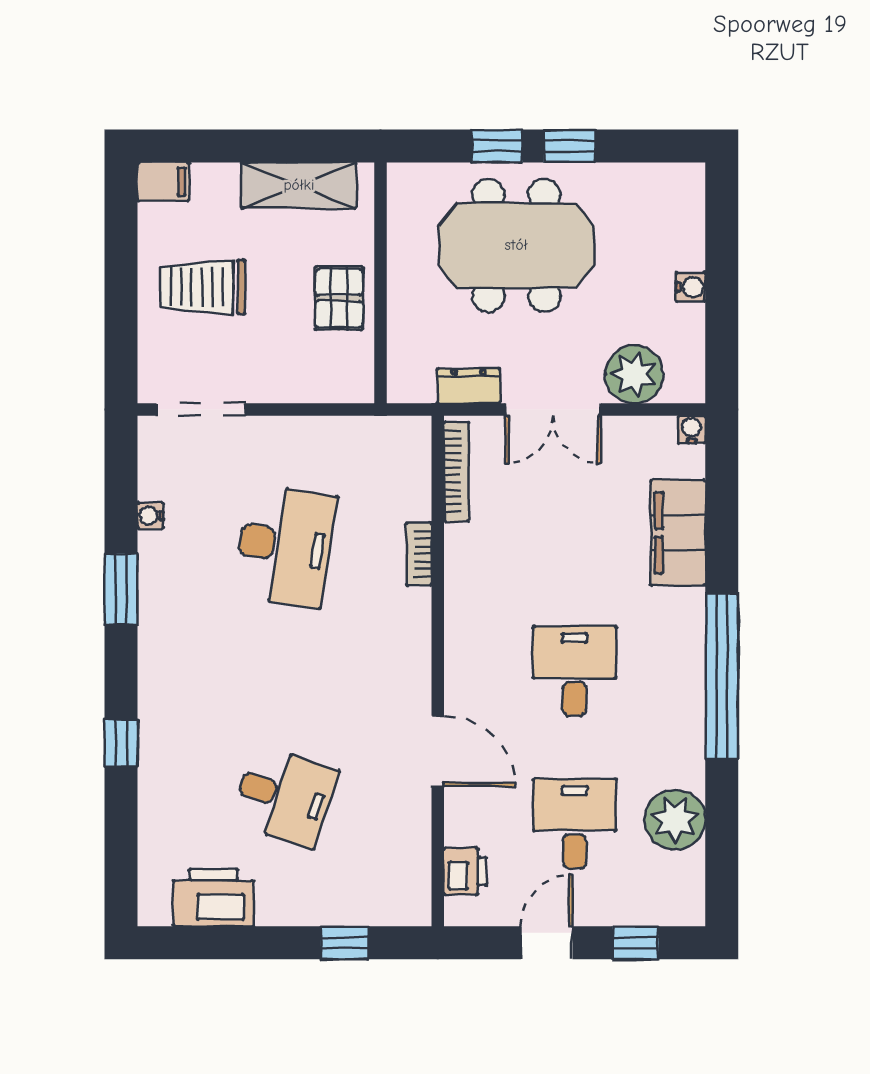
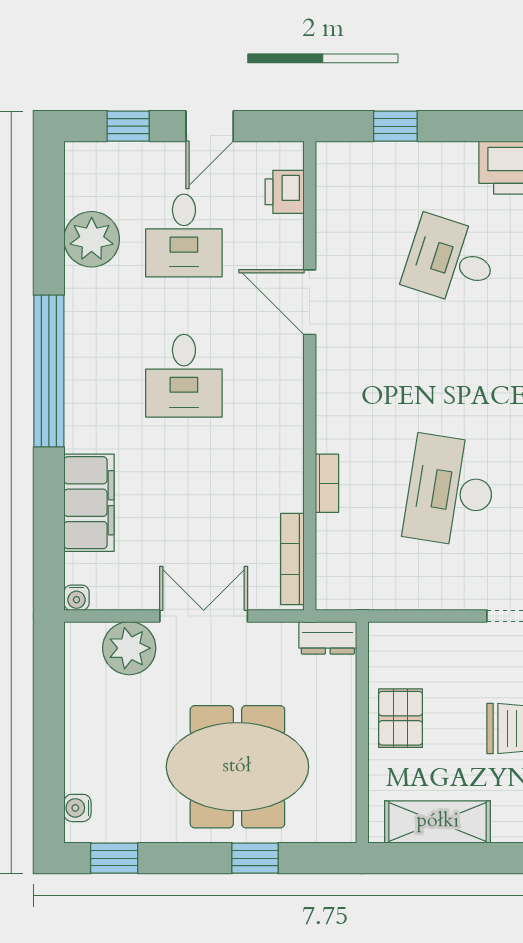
window: (570, 146) -> (114, 858), moved
water cooler: (691, 287) -> (77, 808), moved
dresser: (469, 386) -> (328, 638), moved

